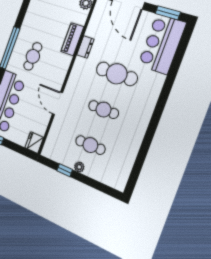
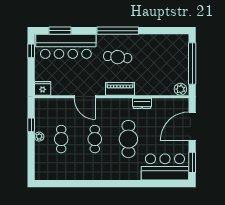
piano: (72, 39) -> (120, 89), moved
door: (57, 103) -> (85, 97), swing flipped

